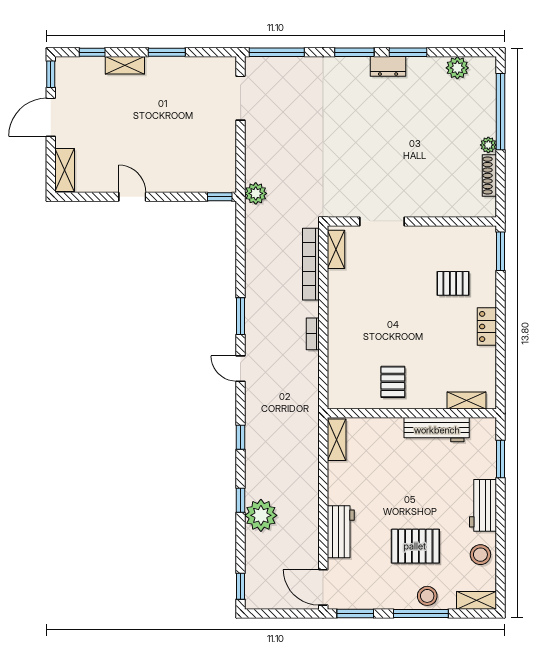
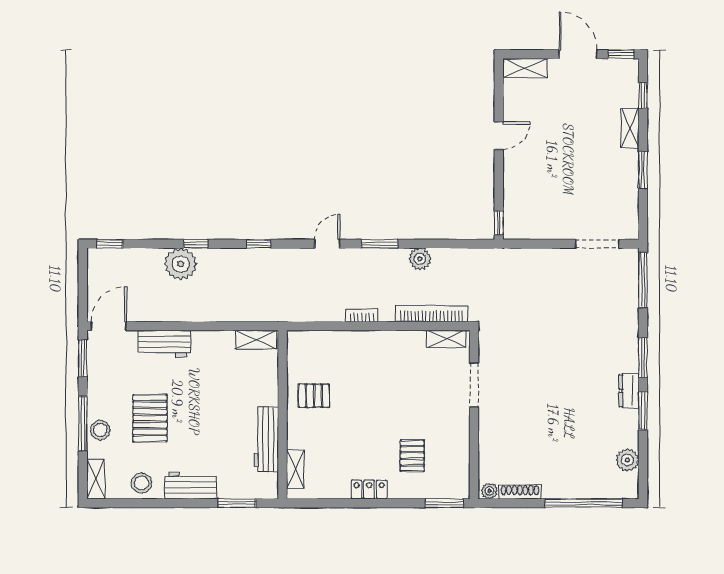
plant: (488, 145) -> (489, 491), moved
plant: (256, 193) -> (420, 259), moved

